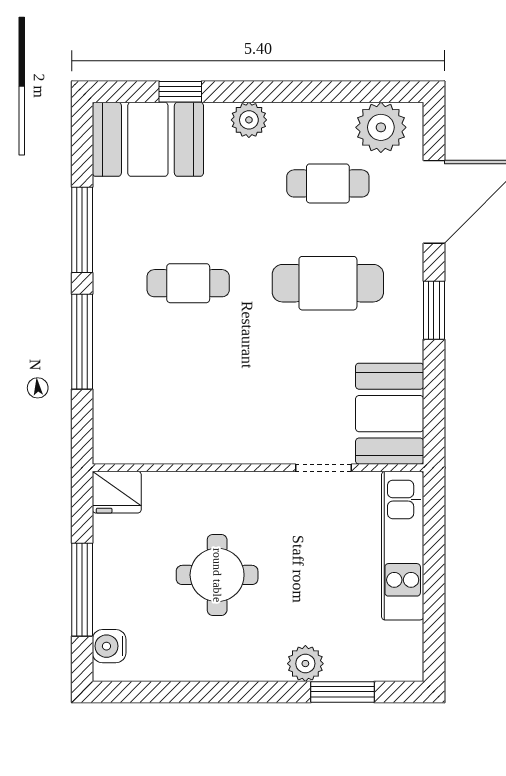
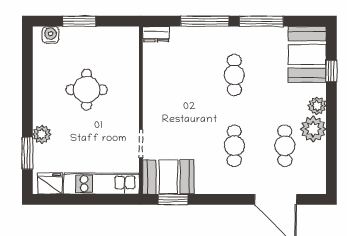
plant: (381, 127) -> (313, 129), moved
cafe table: (328, 283) -> (234, 146), width x0.73, depth x0.74
window: (434, 310) -> (173, 199), moved
dresser: (107, 438) -> (156, 34), added
fridge: (117, 492) -> (50, 184), moved, turned 90
window: (82, 590) -> (79, 21), width x0.69

